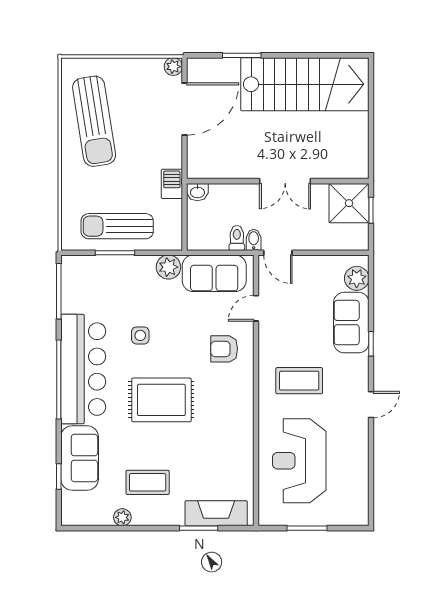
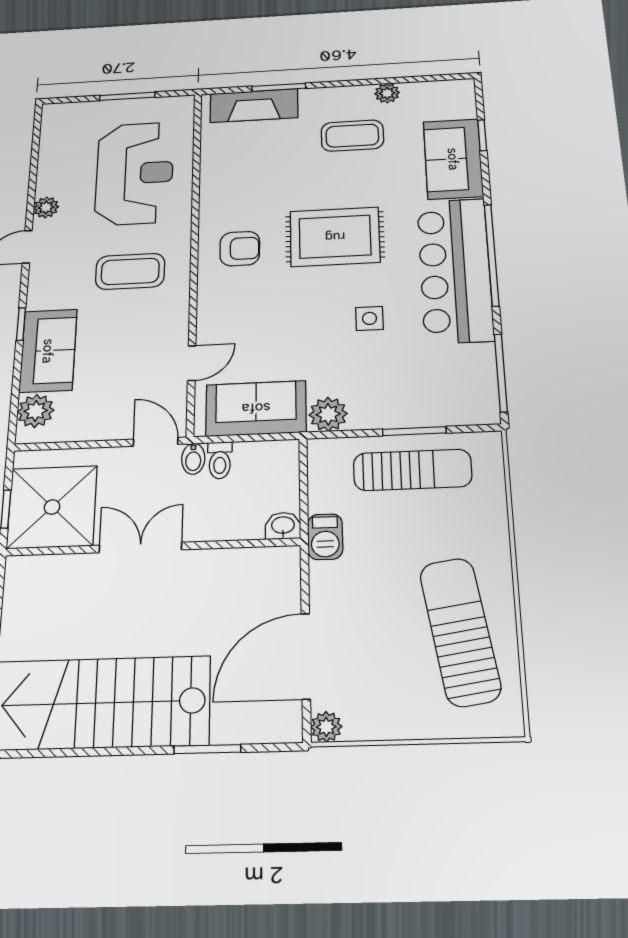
shower: (349, 203) -> (52, 507), width x1.37, depth x1.37
armchair: (224, 349) -> (240, 249), moved
plant: (360, 436) -> (46, 207), added

